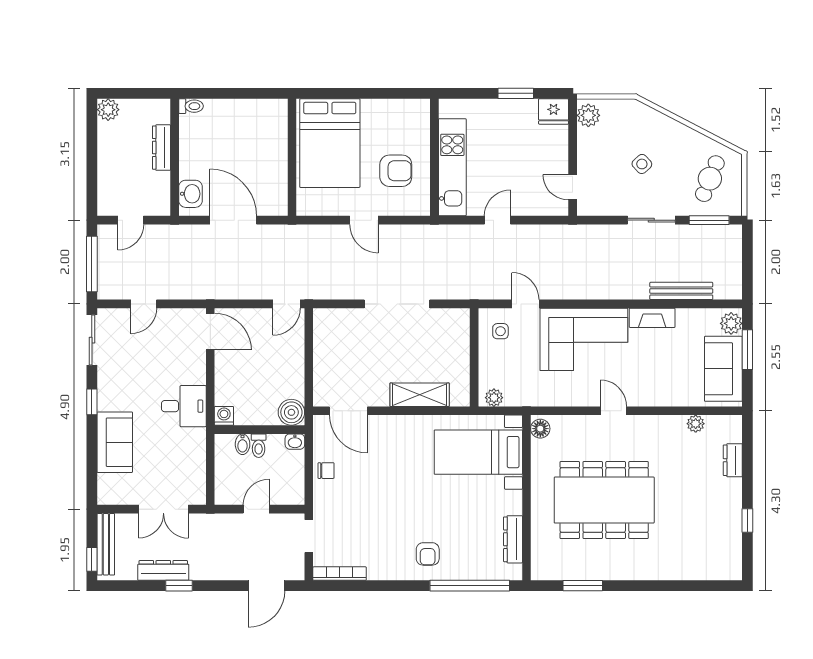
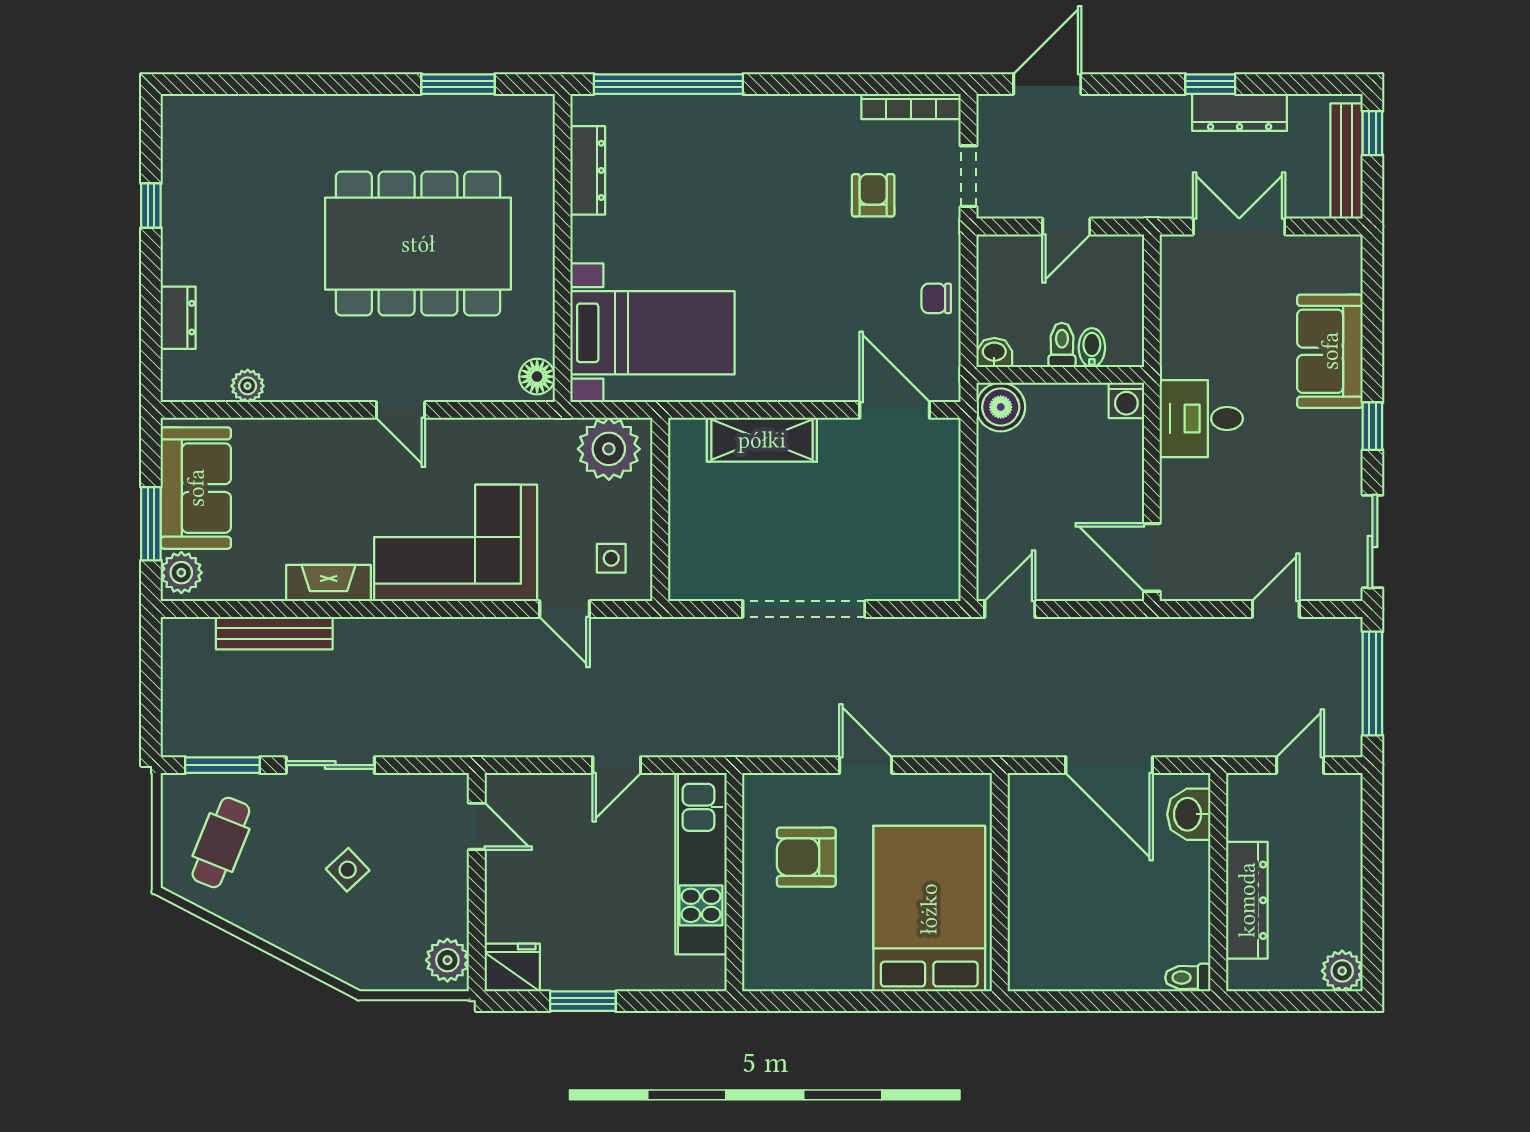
dresser: (162, 148) -> (1247, 900), width x1.37, depth x1.24
plant: (494, 398) -> (609, 449), width x1.88, depth x1.88
armchair: (428, 554) -> (873, 195), moved

